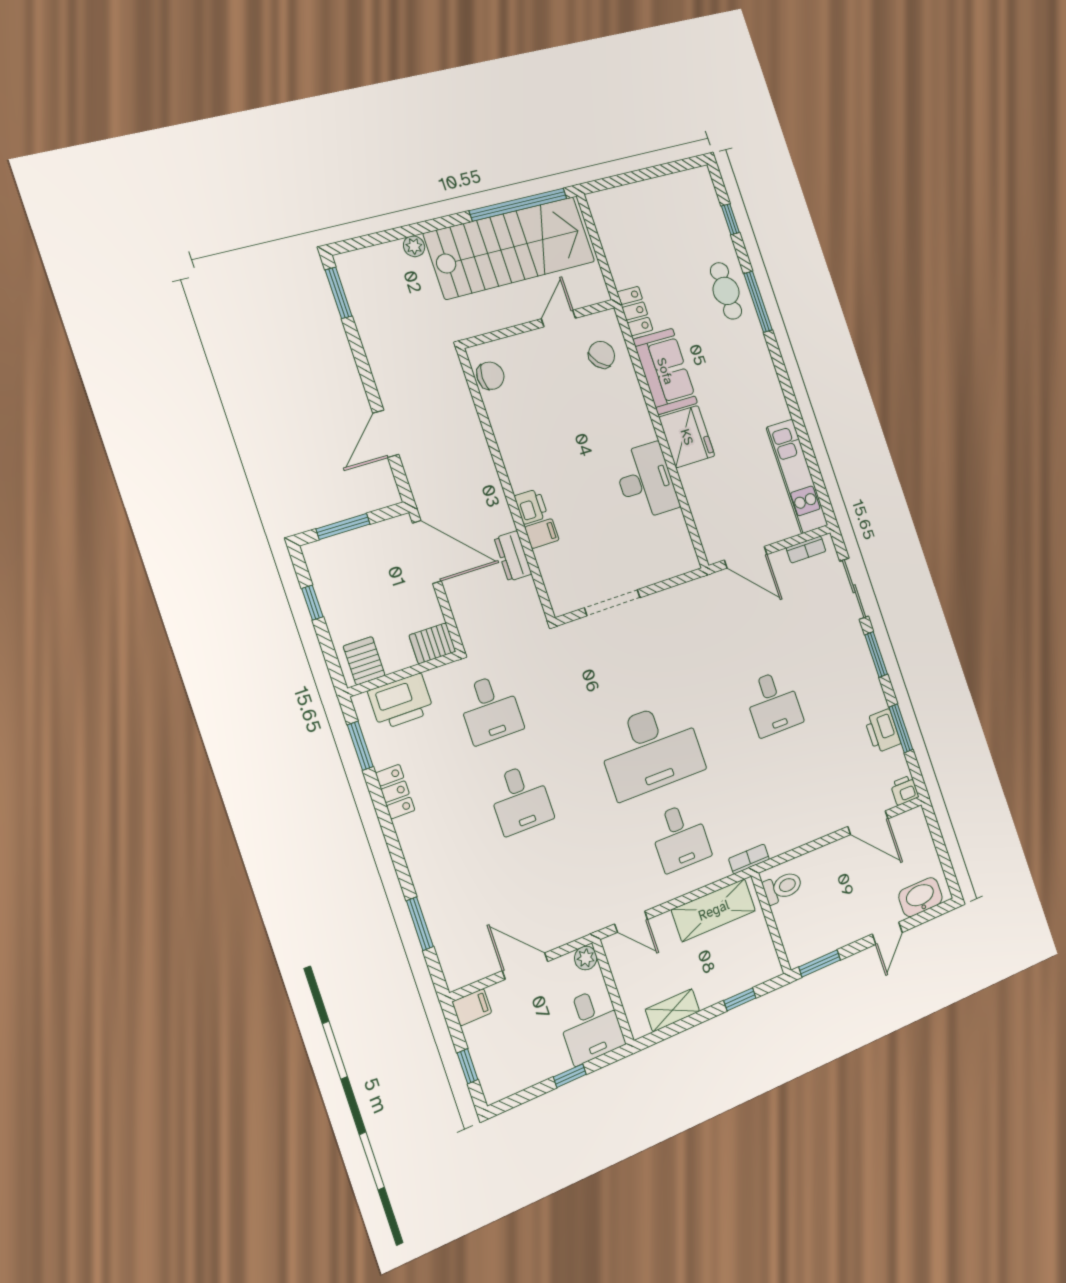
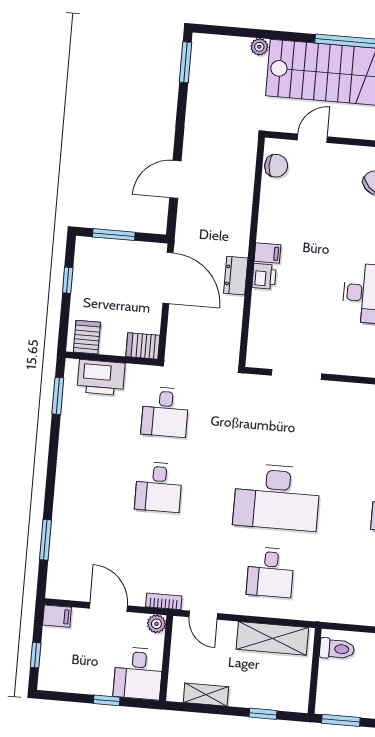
door: (558, 319) -> (312, 138), moved
filing cabinet: (542, 534) -> (267, 253), moved
dresser: (513, 556) -> (236, 276), moved
locker: (395, 792) -> (69, 439), removed
bookcase: (749, 859) -> (164, 601), moved

